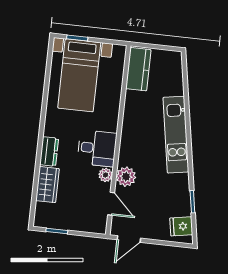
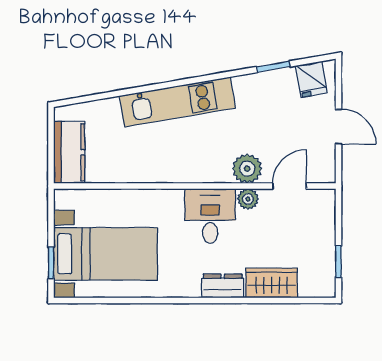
kitchen counter: (138, 69) -> (69, 152), moved, turned 90
door: (129, 239) -> (338, 127), moved

